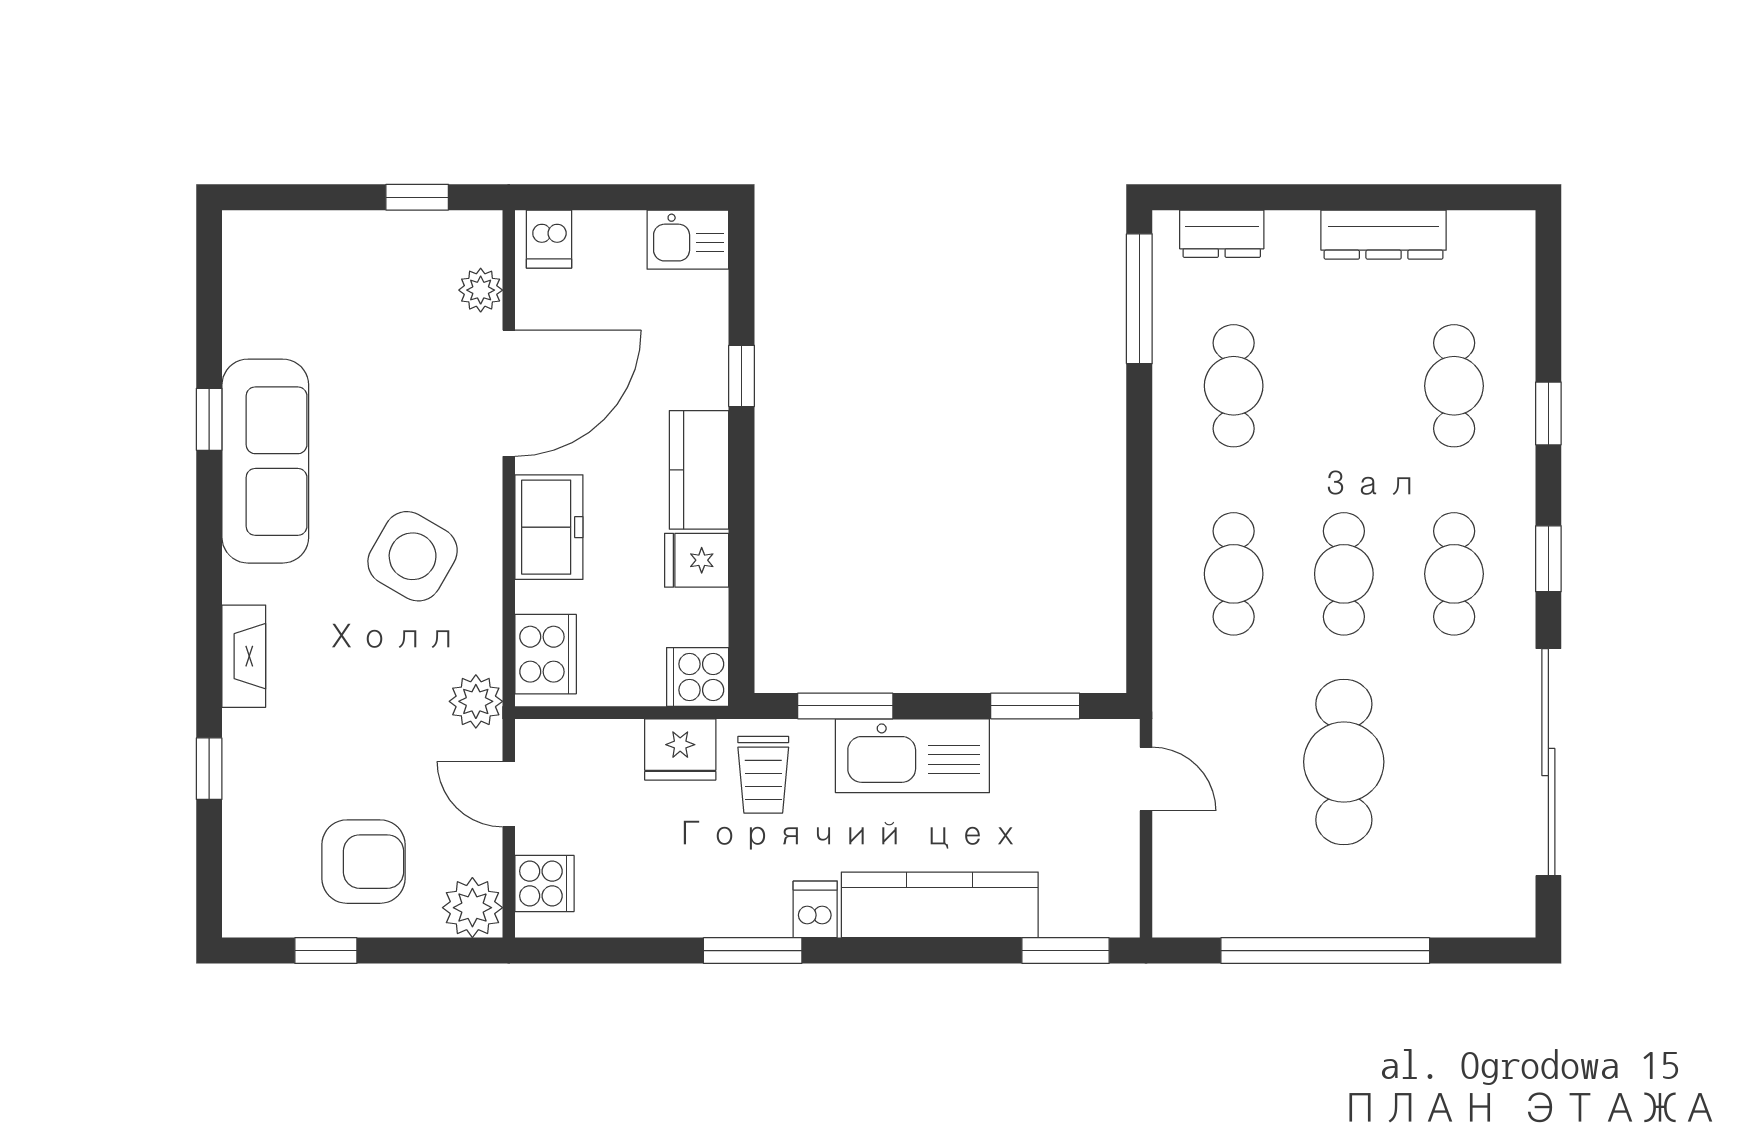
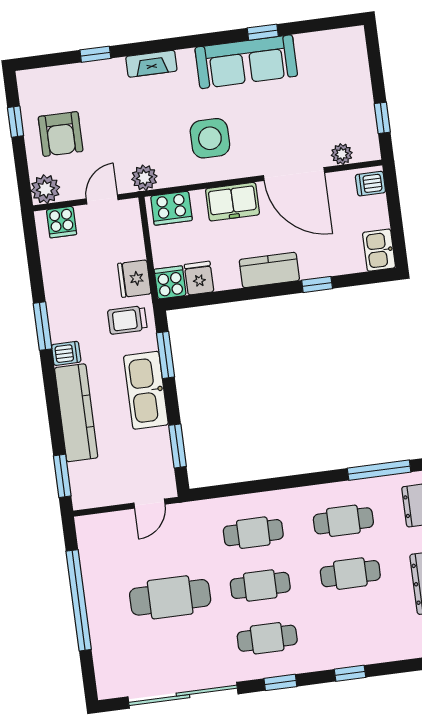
cafe table: (1454, 386) -> (350, 574), moved
side table: (413, 556) -> (210, 138), turned -30
fridge: (697, 560) -> (199, 278), moved

